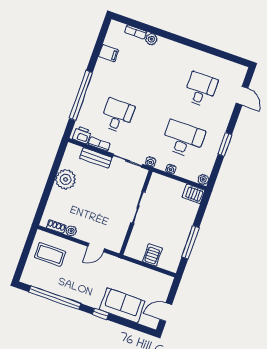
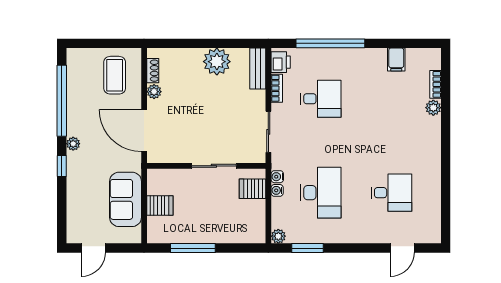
window: (225, 144) -> (308, 248), moved
bench: (96, 158) -> (258, 68), moved
water cooler: (151, 162) -> (277, 177), moved
server rack: (194, 194) -> (253, 189), moved, turned -90
door: (96, 247) -> (144, 131), width x1.88
plant: (88, 300) -> (73, 144), added
sofa: (122, 305) -> (126, 199), moved, turned 180
door: (166, 312) -> (93, 248), swing flipped

